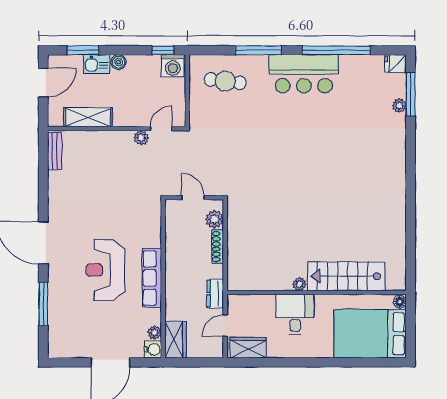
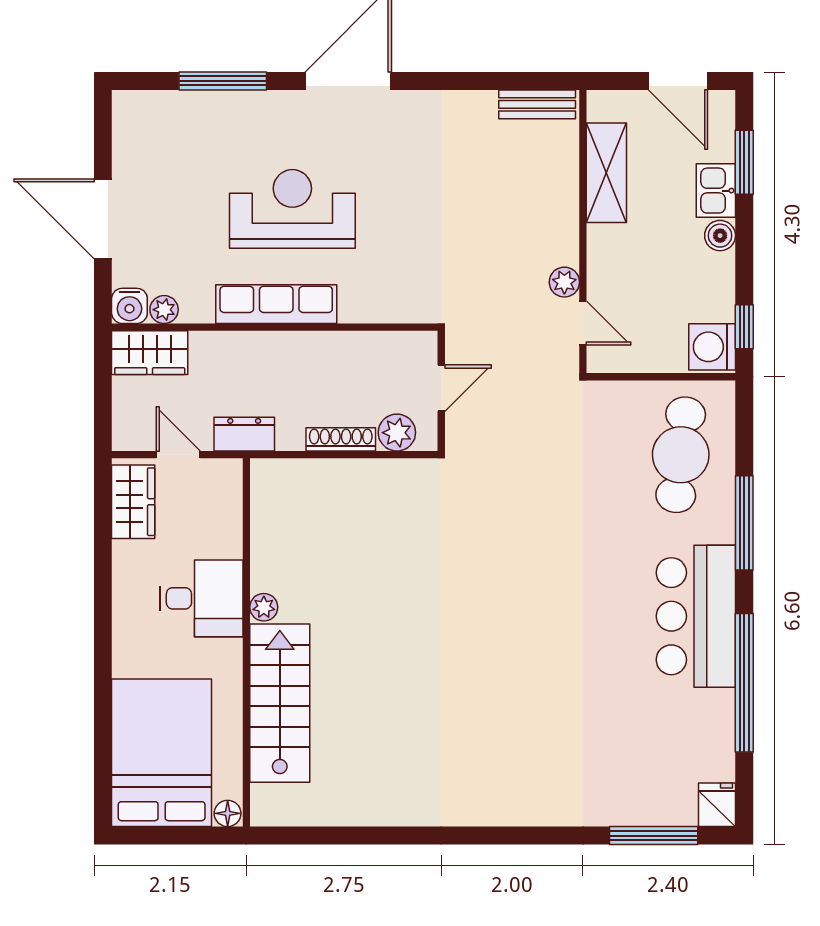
cafe table: (225, 81) -> (681, 455), width x1.37, depth x1.35
plant: (399, 106) -> (630, 812), removed

